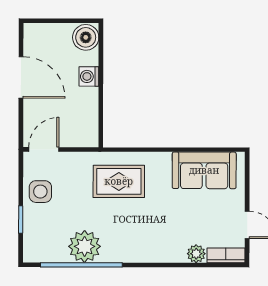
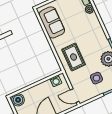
washing machine: (89, 76) -> (56, 81), moved
side table: (40, 192) -> (96, 78), moved

